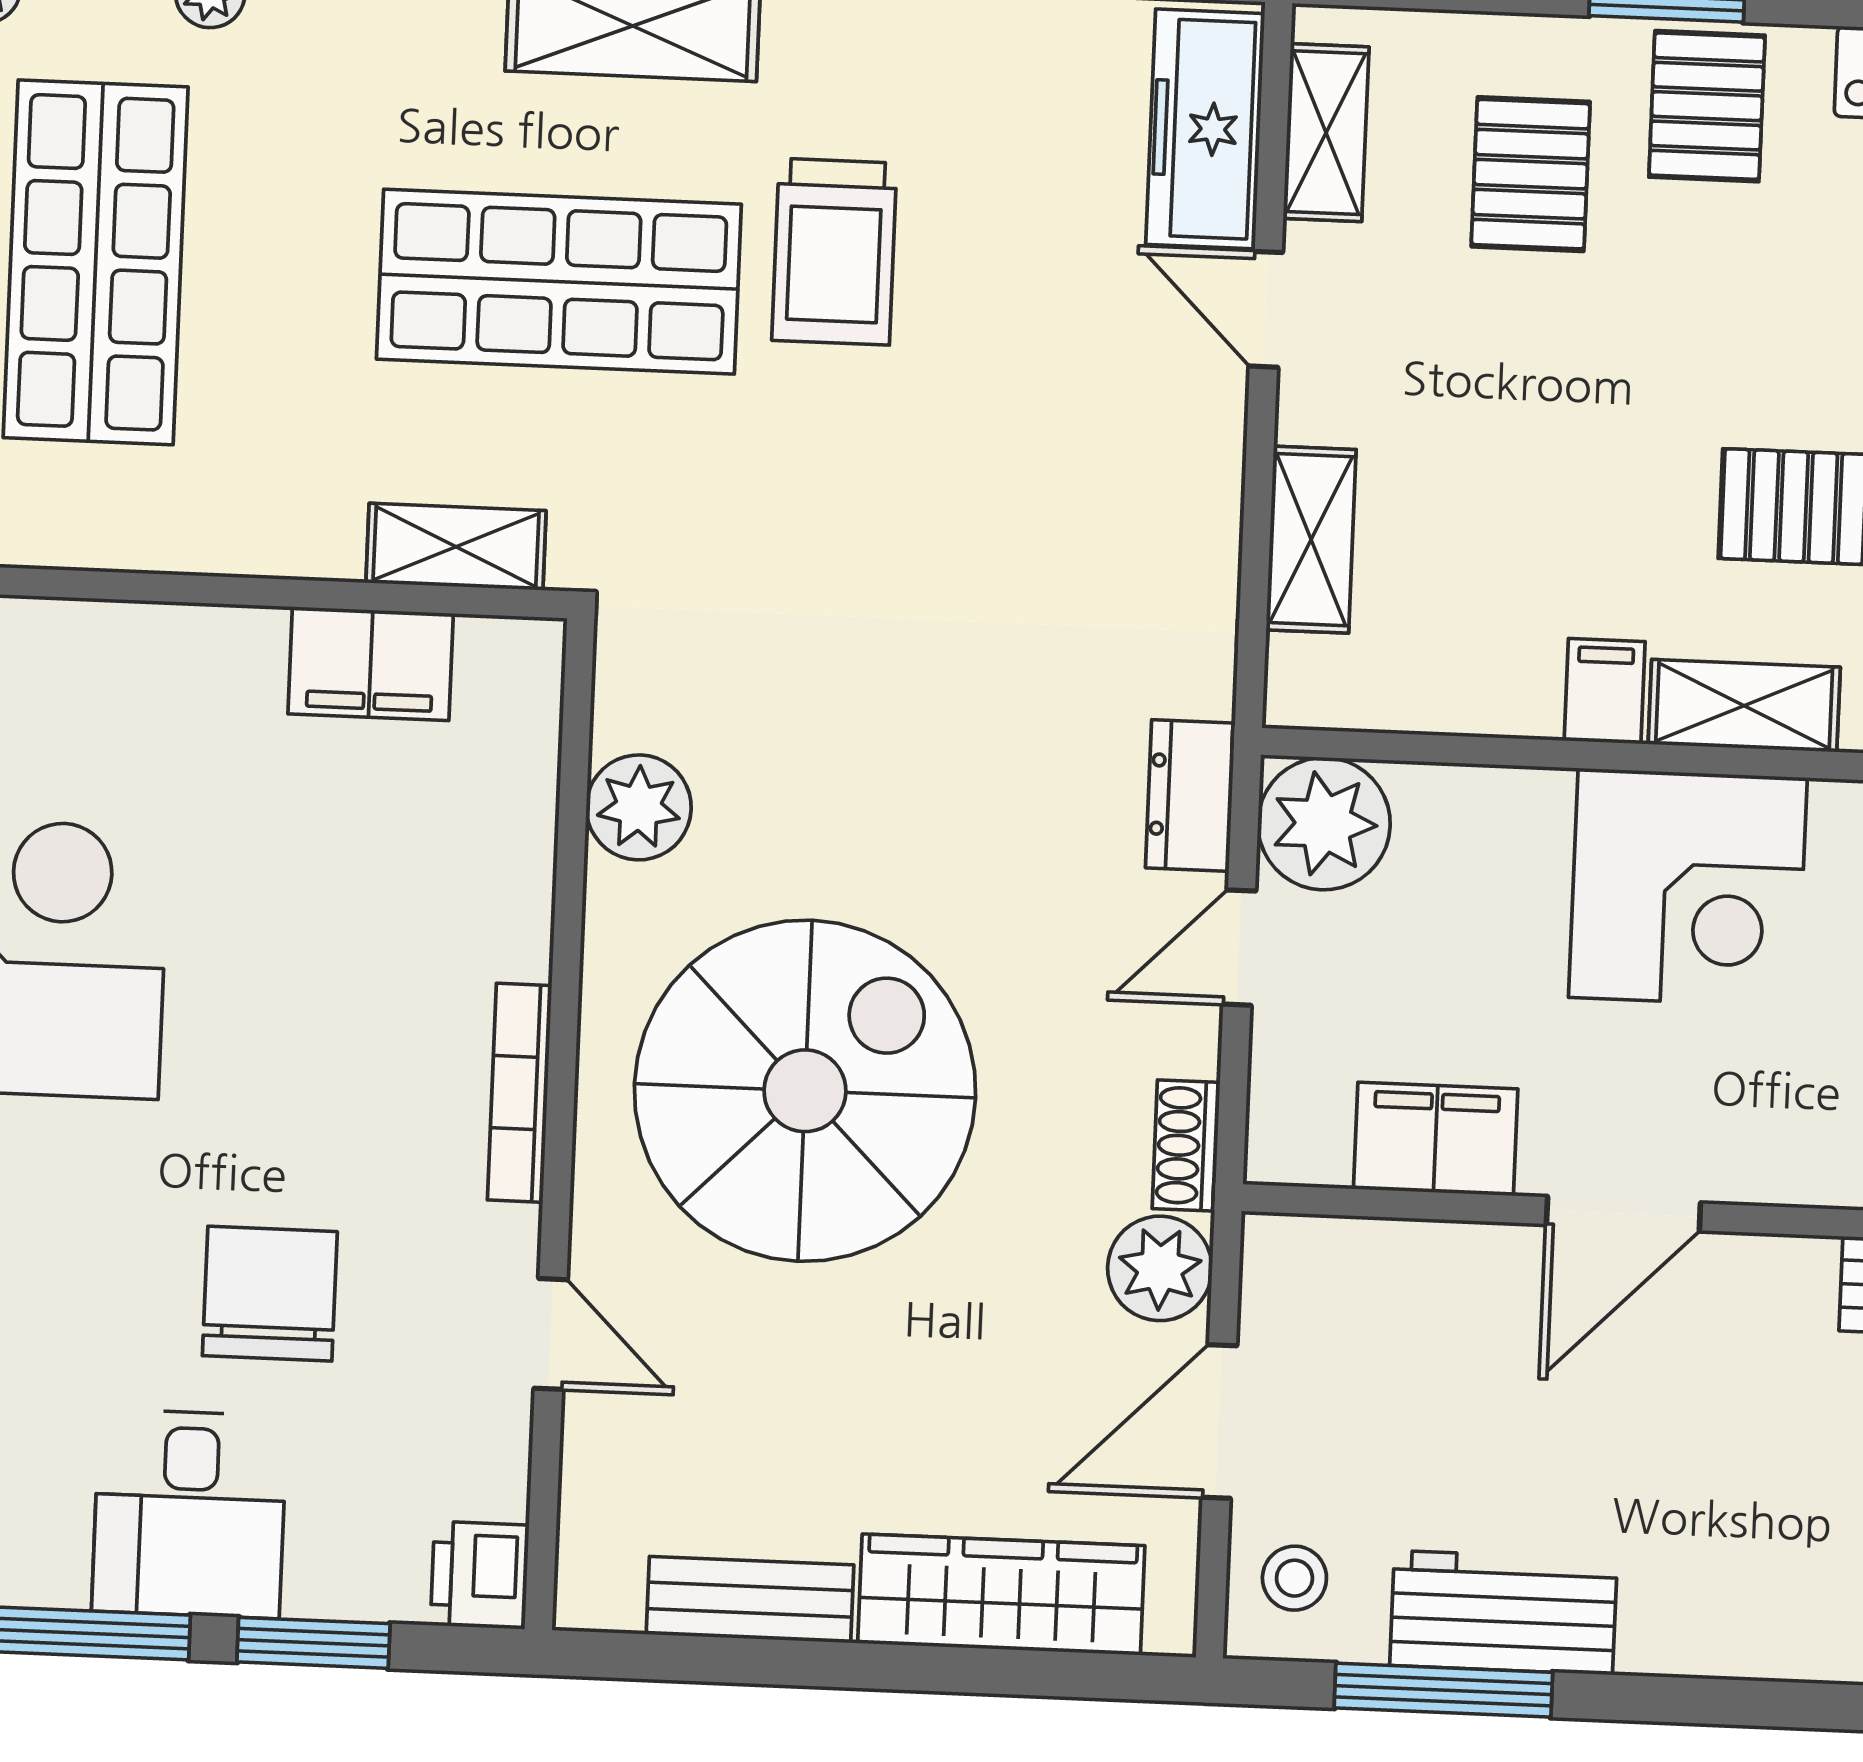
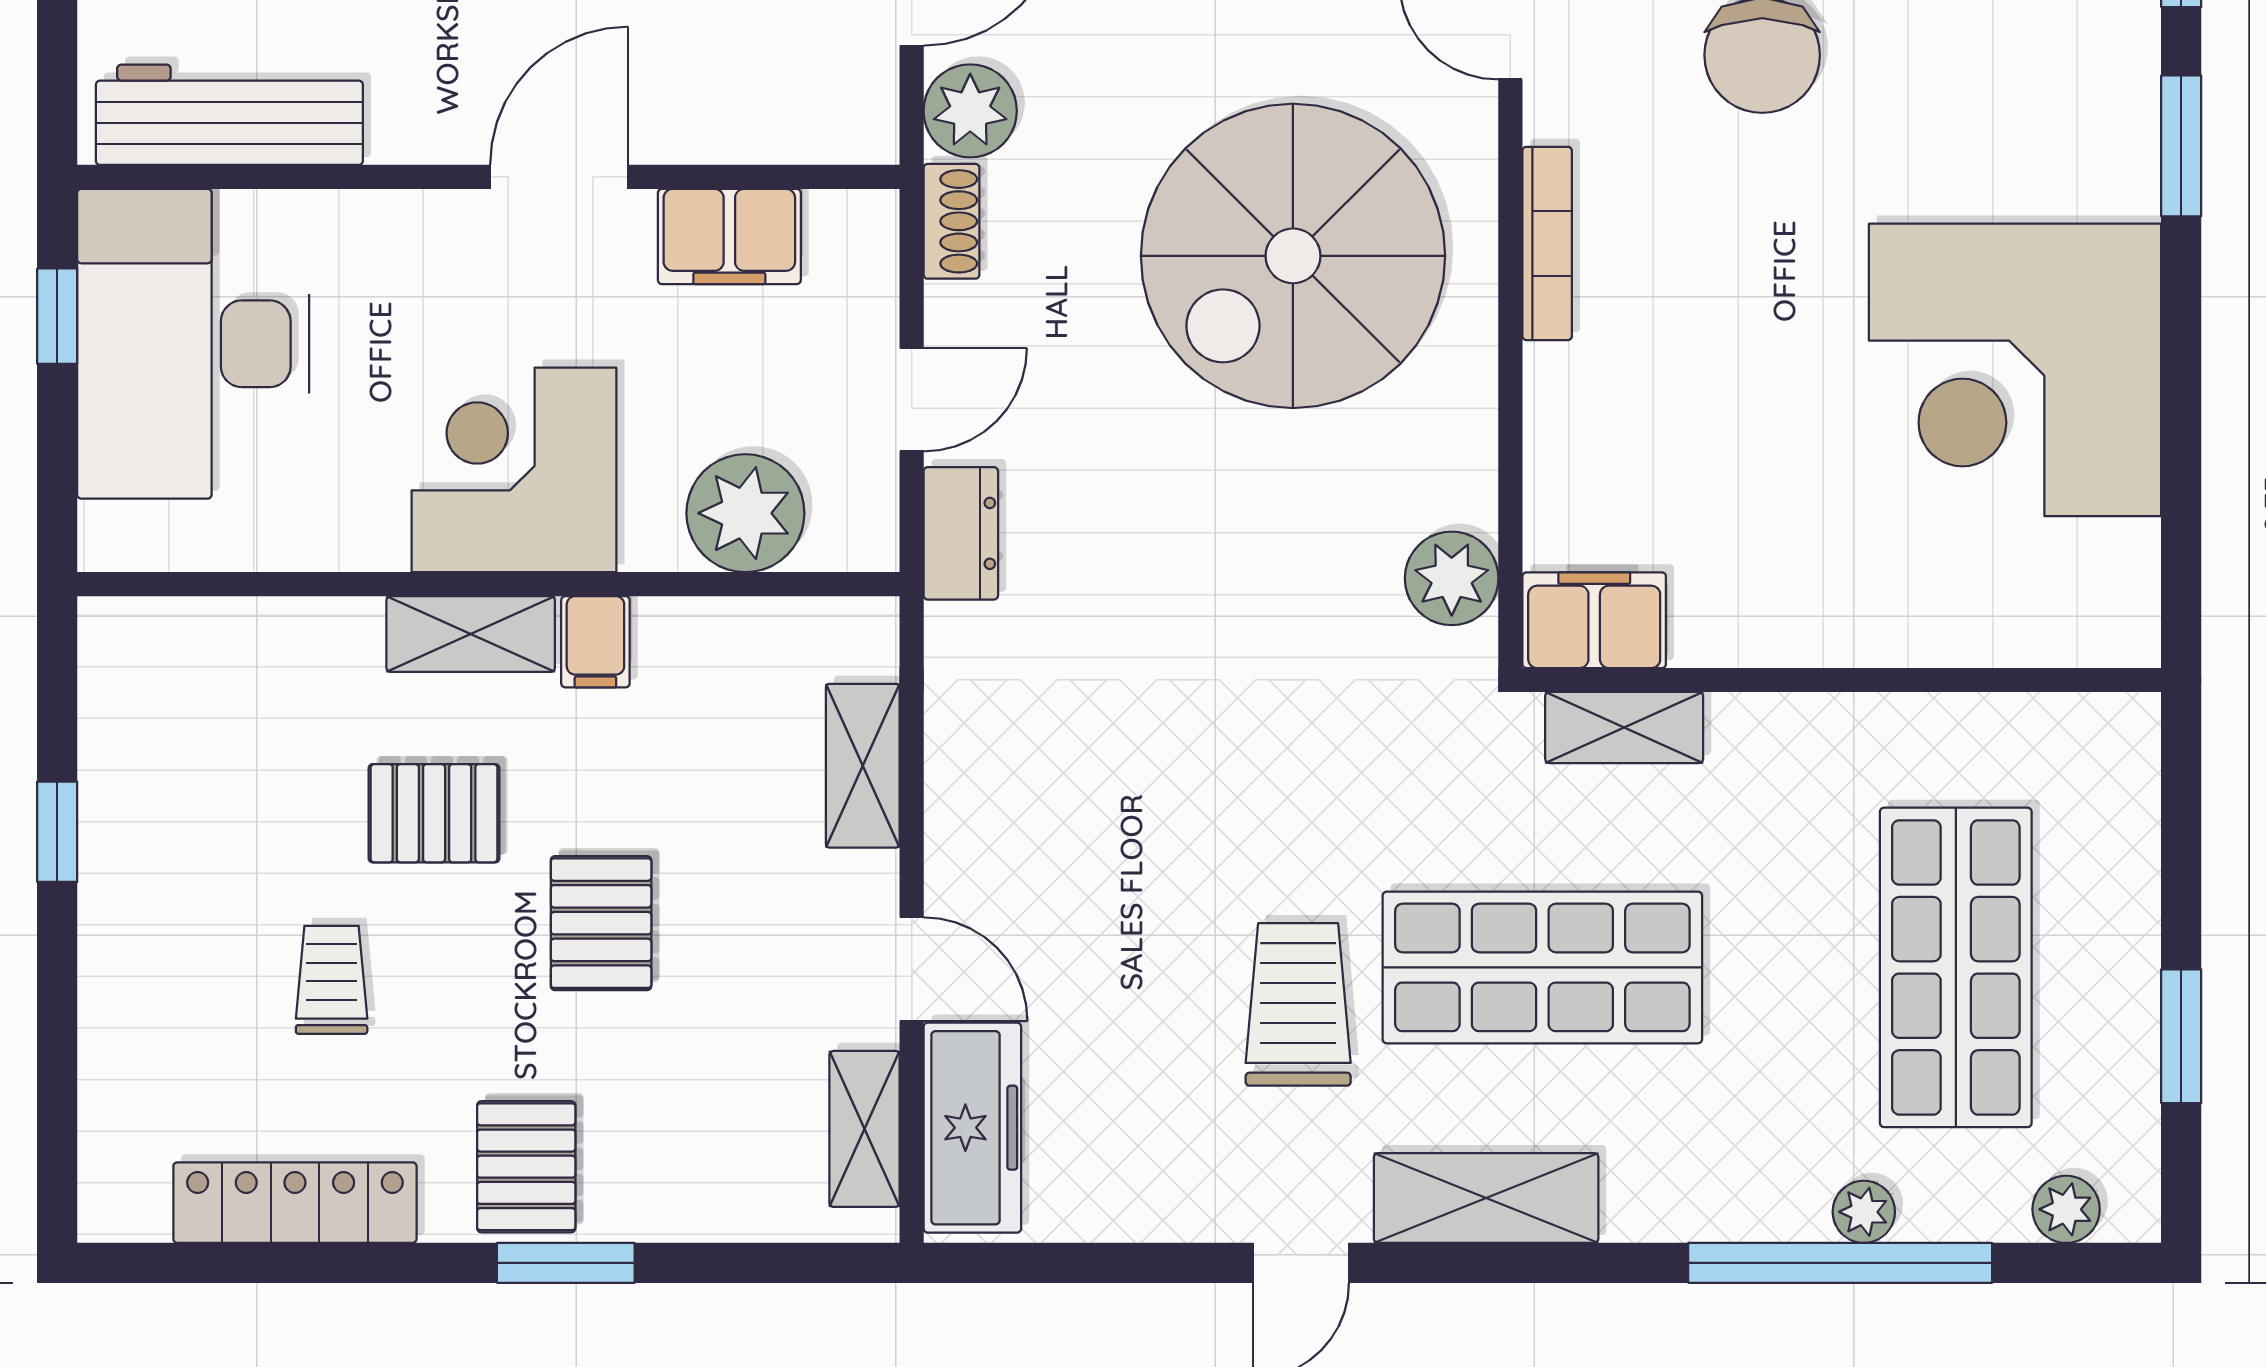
pallet: (1531, 174) -> (601, 923), moved
filing cabinet: (371, 664) -> (1594, 620), moved
plant: (639, 807) -> (1452, 578), moved
plant: (1324, 824) -> (745, 513), moved

